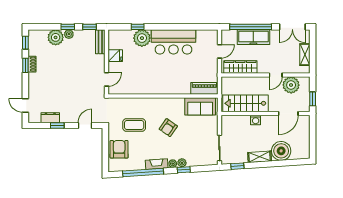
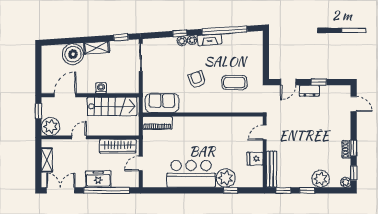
plant: (69, 34) -> (346, 182), moved
freezer: (253, 37) -> (98, 179), width x0.71
bench: (100, 42) -> (272, 169), width x1.36
plant: (291, 85) -> (51, 126), moved
dresser: (50, 118) -> (309, 91), moved
armchair: (168, 128) -> (197, 80), turned -54
armchair: (119, 149) -> (251, 56), removed

